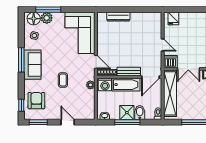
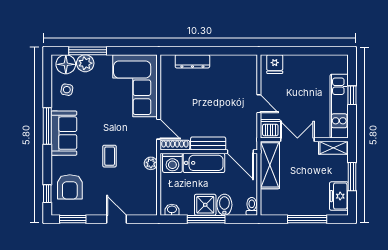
double door: (188, 69) -> (297, 140), swing flipped
door: (150, 77) -> (240, 152), hinge flipped
shelving: (170, 93) -> (270, 165), width x0.68
armchair: (36, 101) -> (70, 187), turned 180

